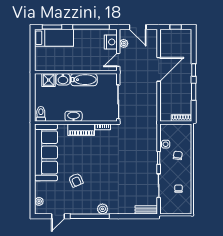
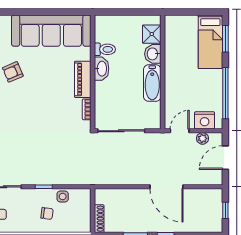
door: (118, 60) -> (180, 131), hinge flipped
toilet: (41, 114) -> (105, 49), moved

